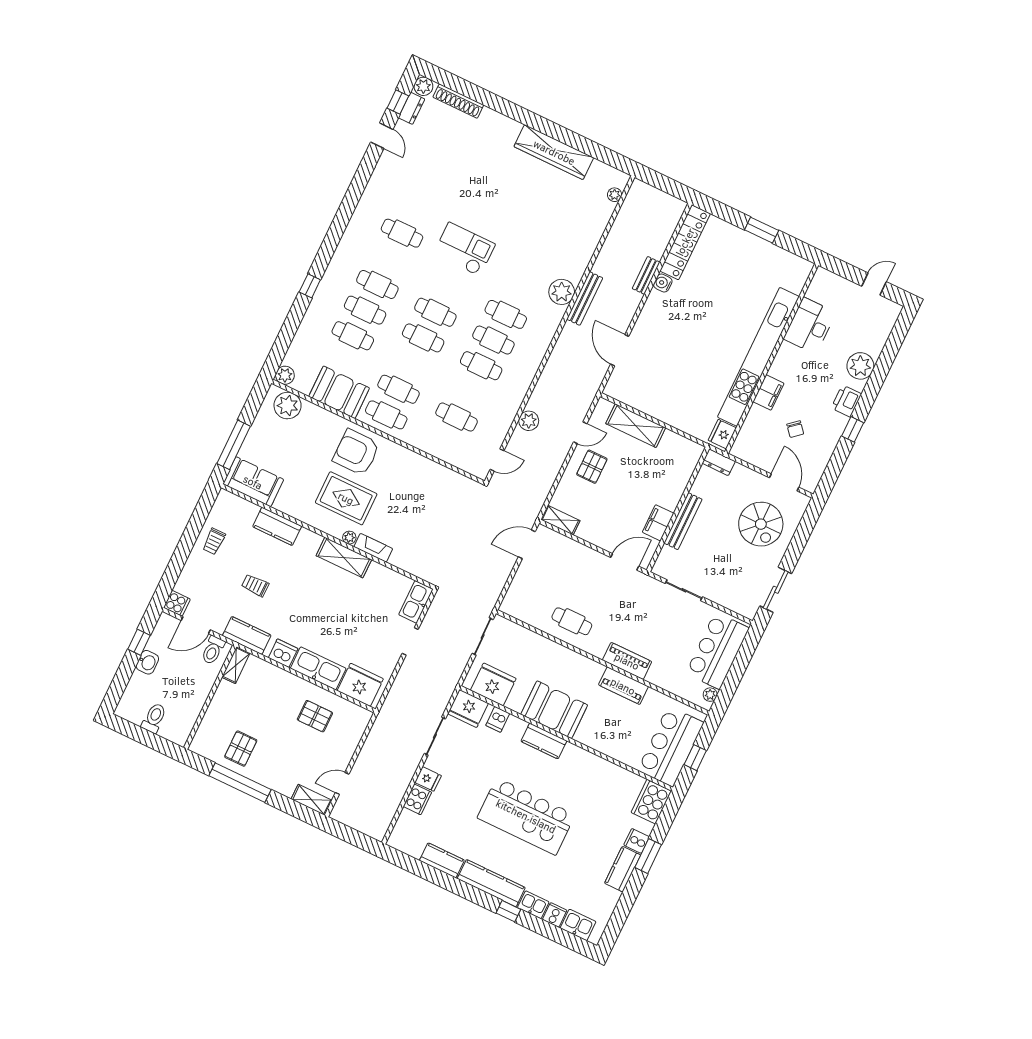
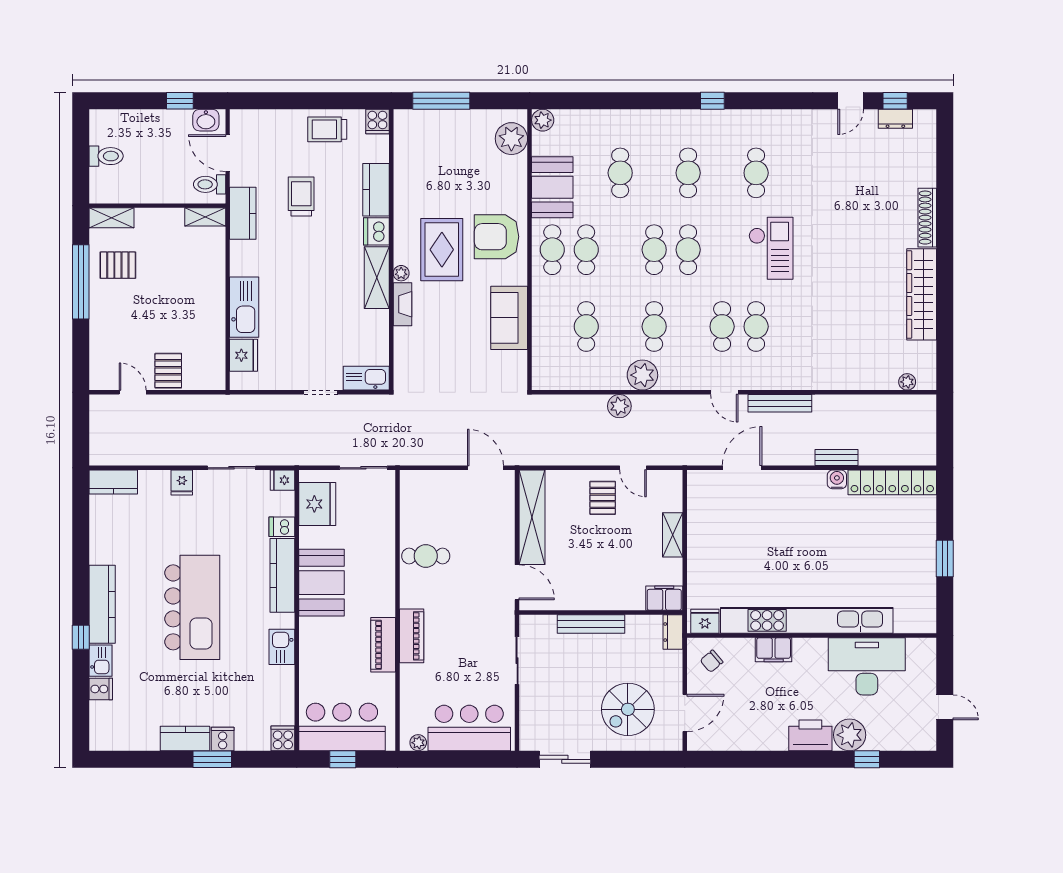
plant: (423, 86) -> (925, 120), removed
shoe rack: (458, 101) -> (927, 218), moved
window: (310, 286) -> (712, 101), moved
plant: (562, 292) -> (642, 375), moved
cafe table: (365, 310) -> (654, 173), removed
desk: (810, 326) -> (867, 666), width x1.36, depth x1.30
cafe table: (493, 340) -> (756, 327), moved
printer: (846, 401) -> (810, 735), width x1.37, depth x1.19
shelving: (636, 426) -> (673, 535), width x0.67, depth x0.75
chair: (795, 429) -> (712, 661), moved
window: (853, 429) -> (867, 759), moved
armchair: (356, 452) -> (496, 237), turned -90
door: (497, 460) -> (724, 392), moved
pallet: (592, 467) -> (603, 498), turned 90
sofa: (253, 482) -> (509, 318), moved, turned 180
shelving: (560, 520) -> (532, 517), width x2.20, depth x1.33
filing cabinet: (658, 523) -> (664, 598), moved
trolley: (214, 541) -> (327, 129), width x1.36, depth x1.39
trolley: (255, 585) -> (301, 197), width x1.36, depth x1.39
cooker: (177, 603) -> (377, 121), moved
cafe table: (572, 621) -> (426, 556), turned 90
dishwasher: (283, 653) -> (376, 231), moved, turned 180
washbasin: (147, 662) -> (206, 120), moved
fridge: (360, 685) -> (244, 355), width x0.73, depth x0.75
fridge: (468, 708) -> (283, 480), width x0.53, depth x0.75
pallet: (315, 716) -> (168, 371), moved
kitchen counter: (544, 741) -> (282, 575), width x1.50
cooker: (417, 799) -> (154, 482), removed
shelving: (312, 800) -> (112, 218), moved, turned 90
cooker: (651, 802) -> (283, 738), width x0.53, depth x0.76
kitchen island: (526, 816) -> (192, 607), turned 180
kitchen counter: (442, 860) -> (113, 482), moved, turned 90
kitchen sink: (578, 925) -> (282, 647), moved, turned 180

